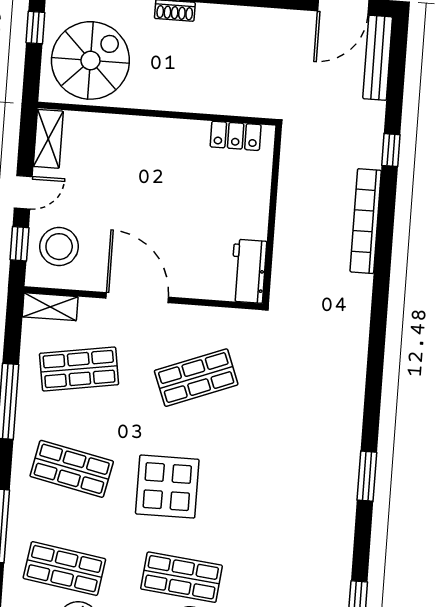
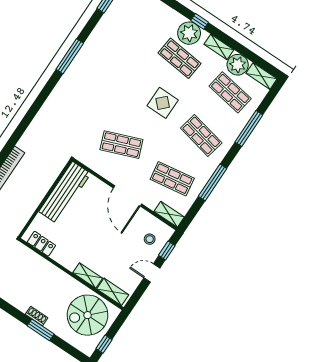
shelving: (128, 127) -> (88, 275), added
shelving: (48, 139) -> (113, 292), moved, turned 90
stool: (59, 247) -> (150, 239), width x0.53, depth x0.53
workbench: (248, 271) -> (65, 193), width x1.88, depth x1.32
window: (367, 476) -> (70, 56), width x1.44
display table: (167, 487) -> (163, 103), width x0.73, depth x0.73

